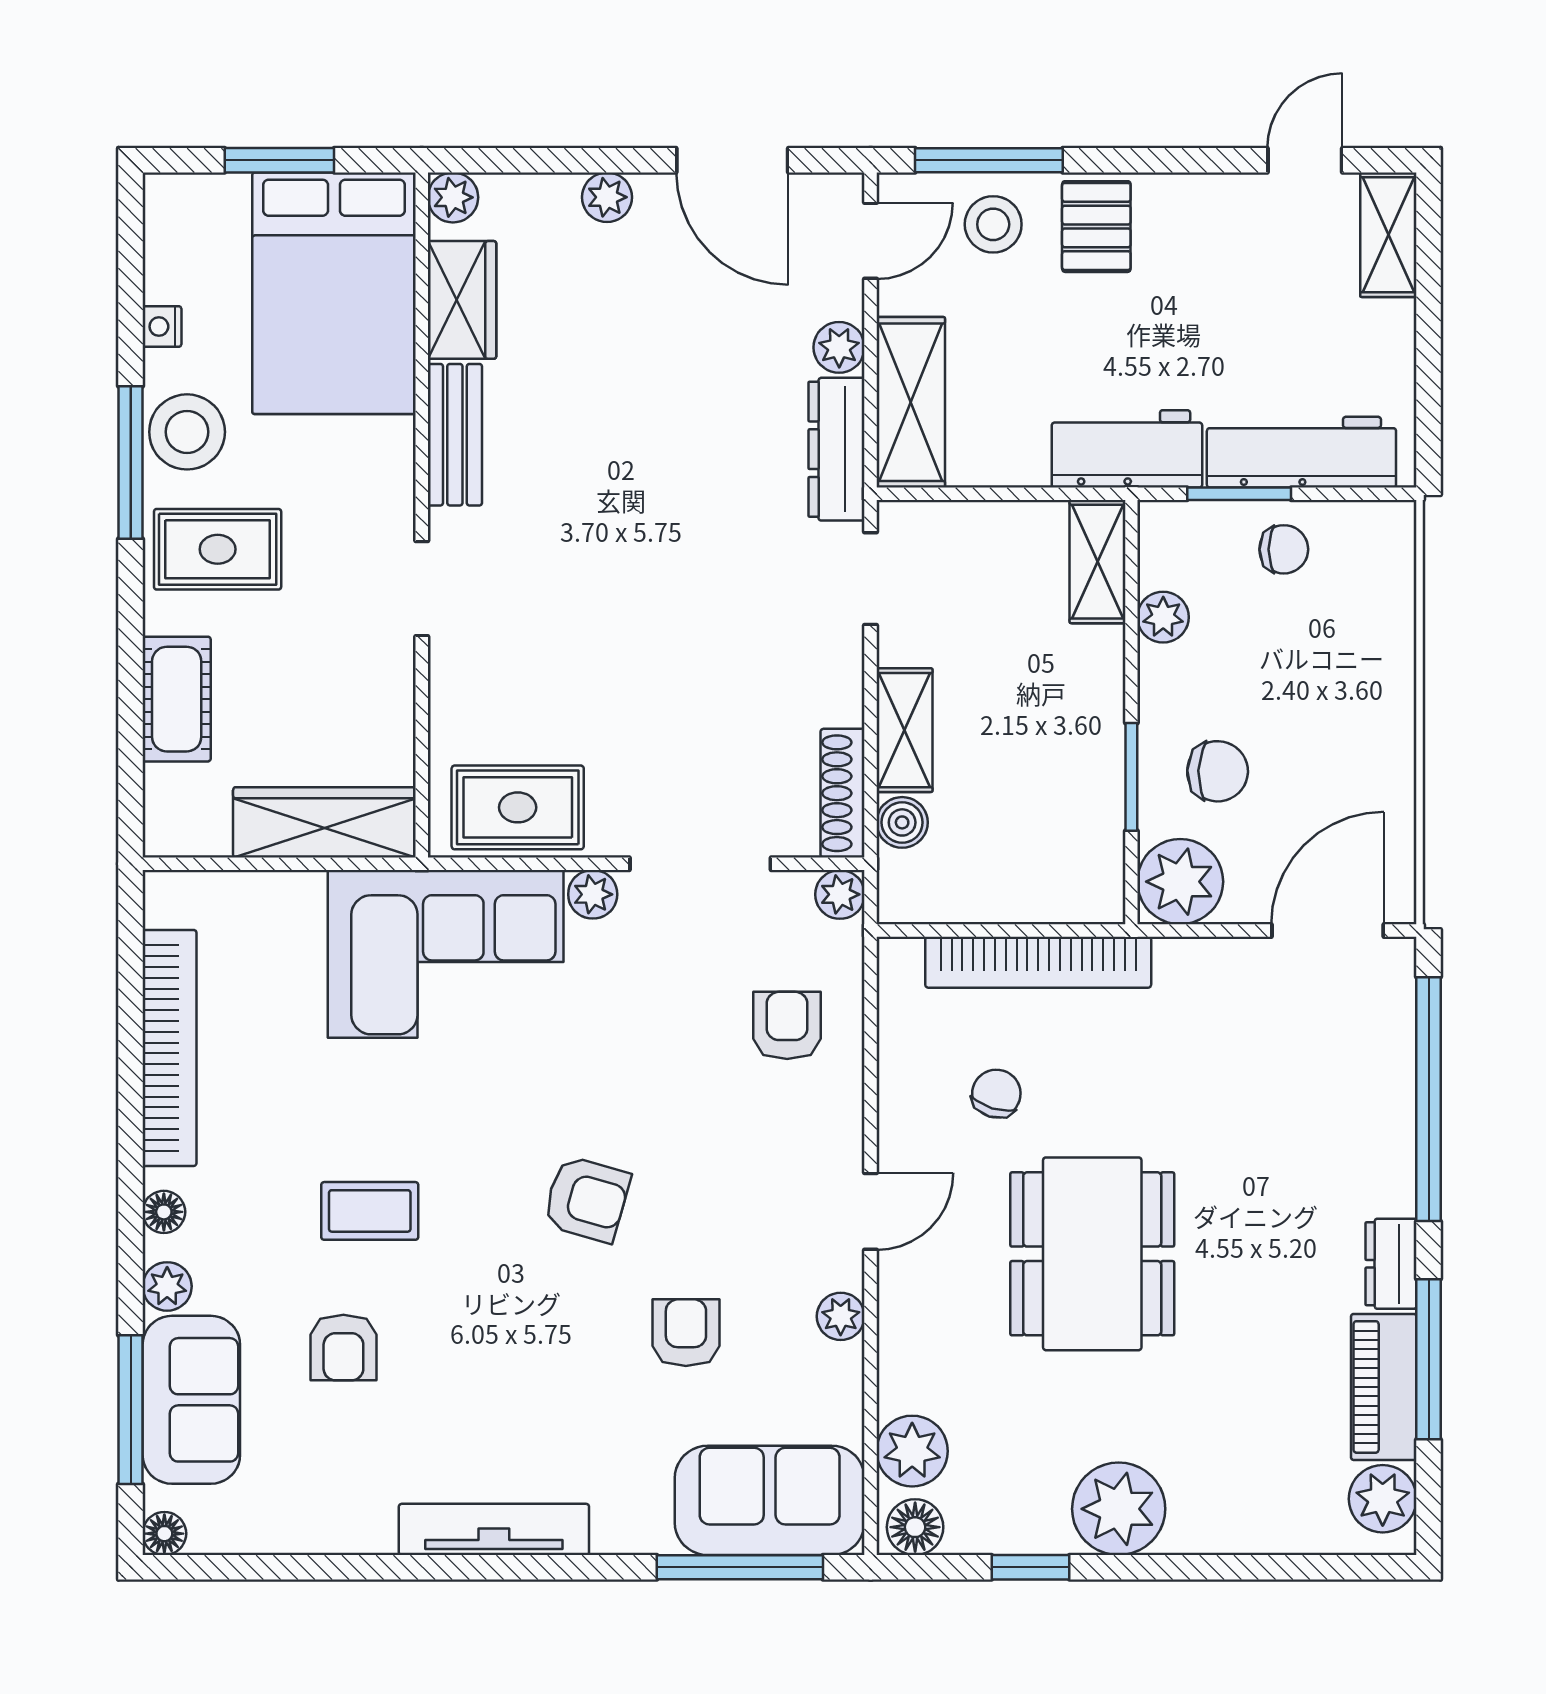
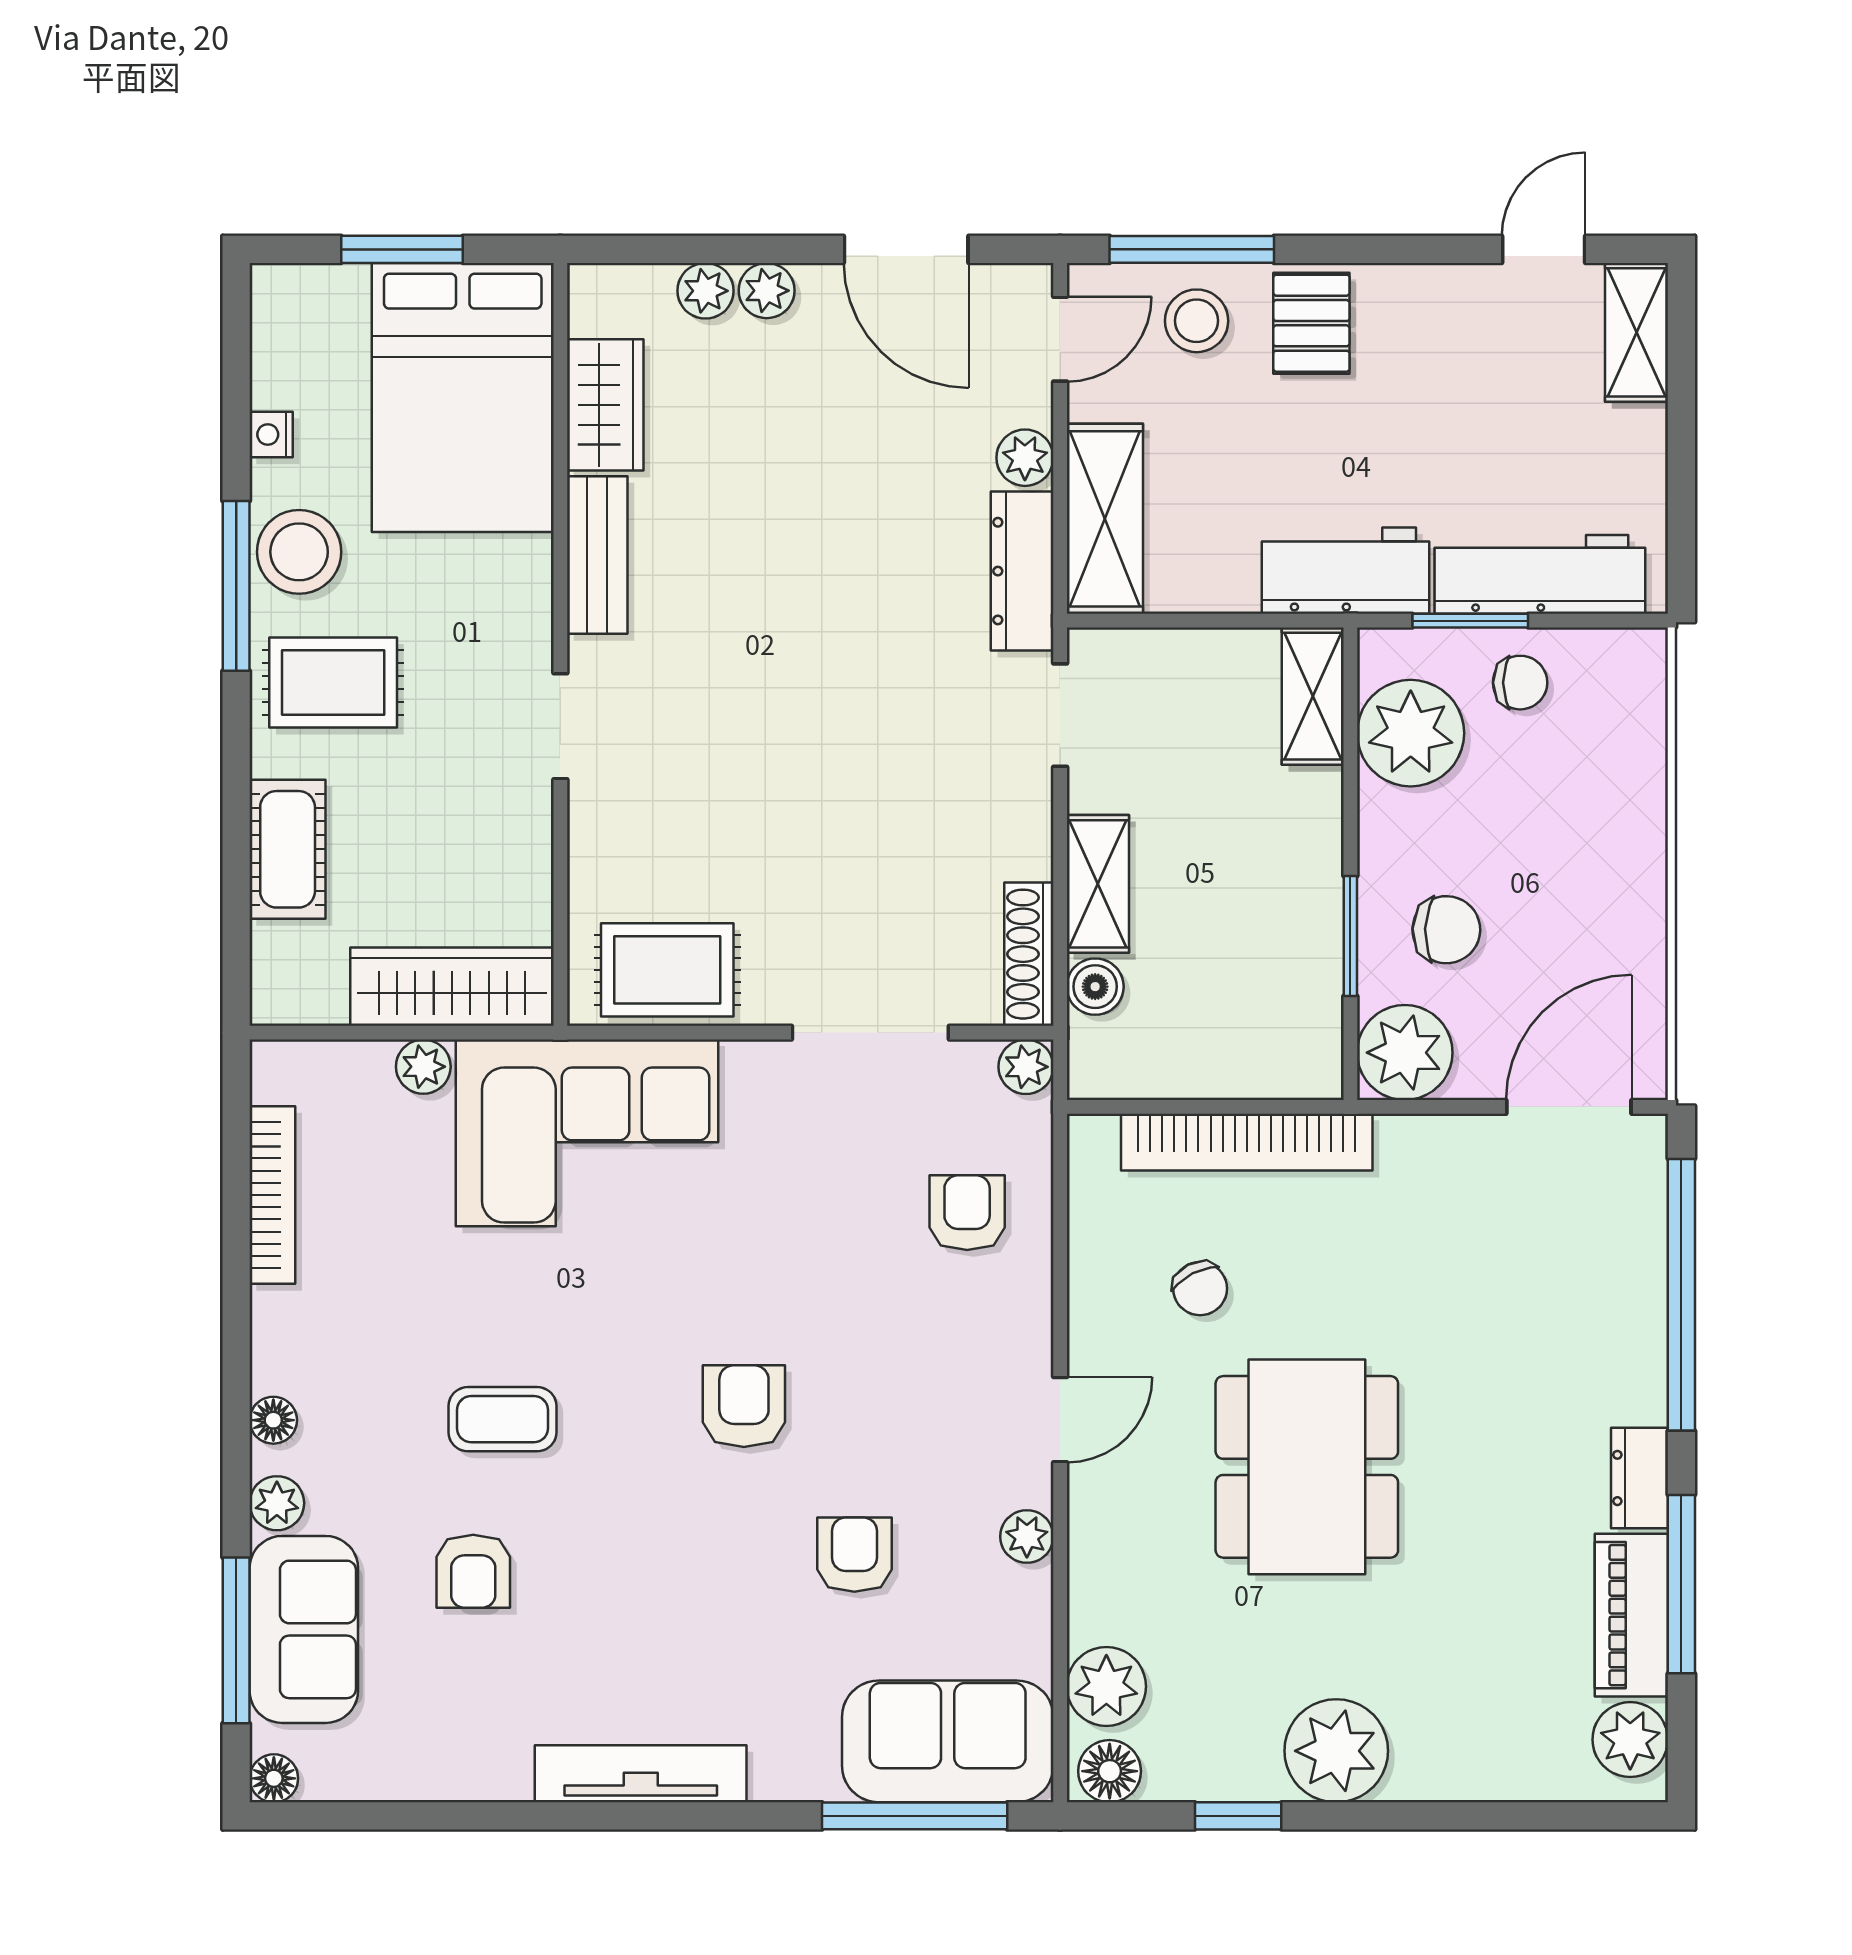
plant: (453, 197) -> (705, 291), moved
plant: (1163, 617) -> (1411, 733), width x1.87, depth x1.87
plant: (593, 894) -> (423, 1067), moved
bookcase: (170, 1048) -> (272, 1195), width x0.68, depth x0.76
chair: (996, 1094) -> (1200, 1289), turned 136
armchair: (587, 1199) -> (744, 1406), turned -106

